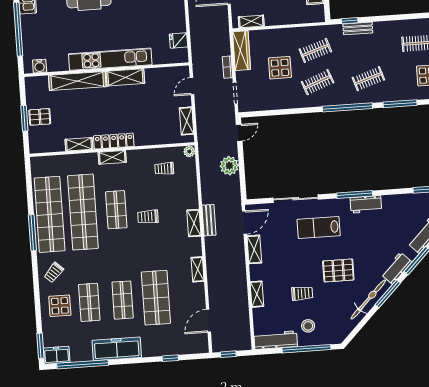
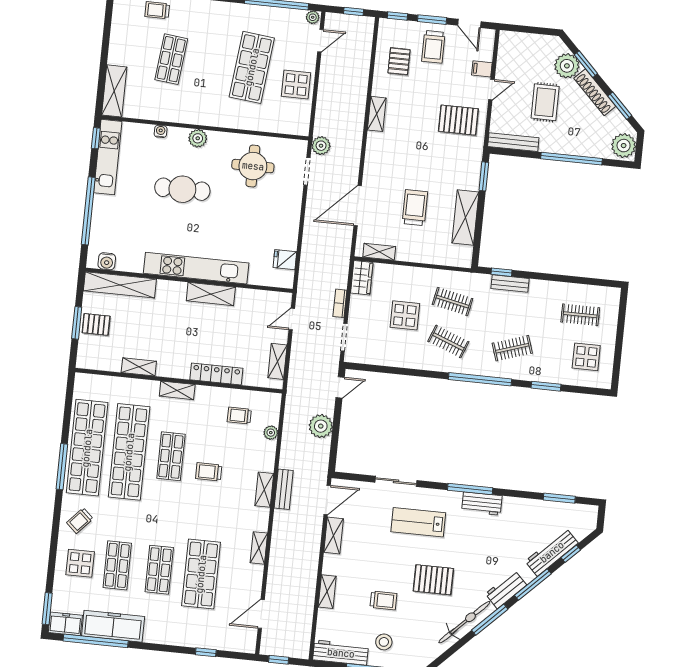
clothes rail: (315, 50) -> (453, 302), turned 30
wardrobe: (242, 51) -> (362, 278), width x0.67
shelving: (77, 81) -> (120, 285), moved
clothes rail: (318, 82) -> (448, 342), turned 42
window: (400, 104) -> (546, 386), width x0.69
locker: (114, 141) -> (216, 374), moved
plant: (189, 151) -> (271, 433), moved
sliding door: (296, 199) -> (396, 481), width x0.73
freezer: (117, 349) -> (113, 626), moved

